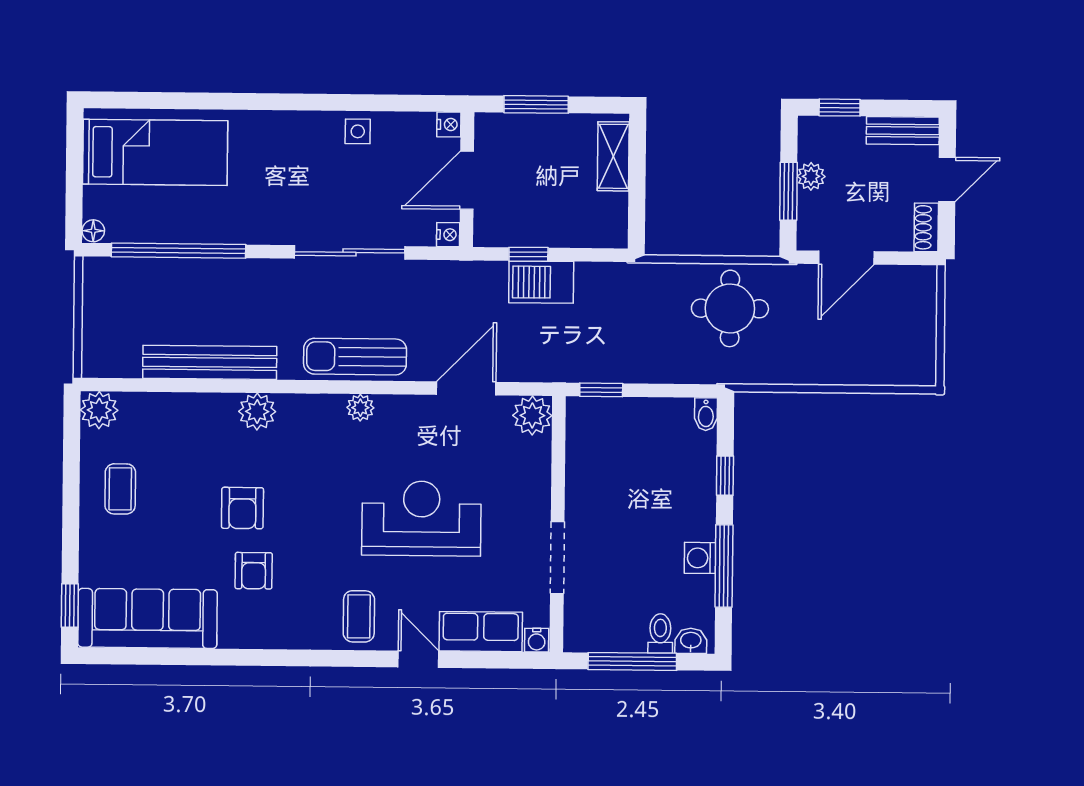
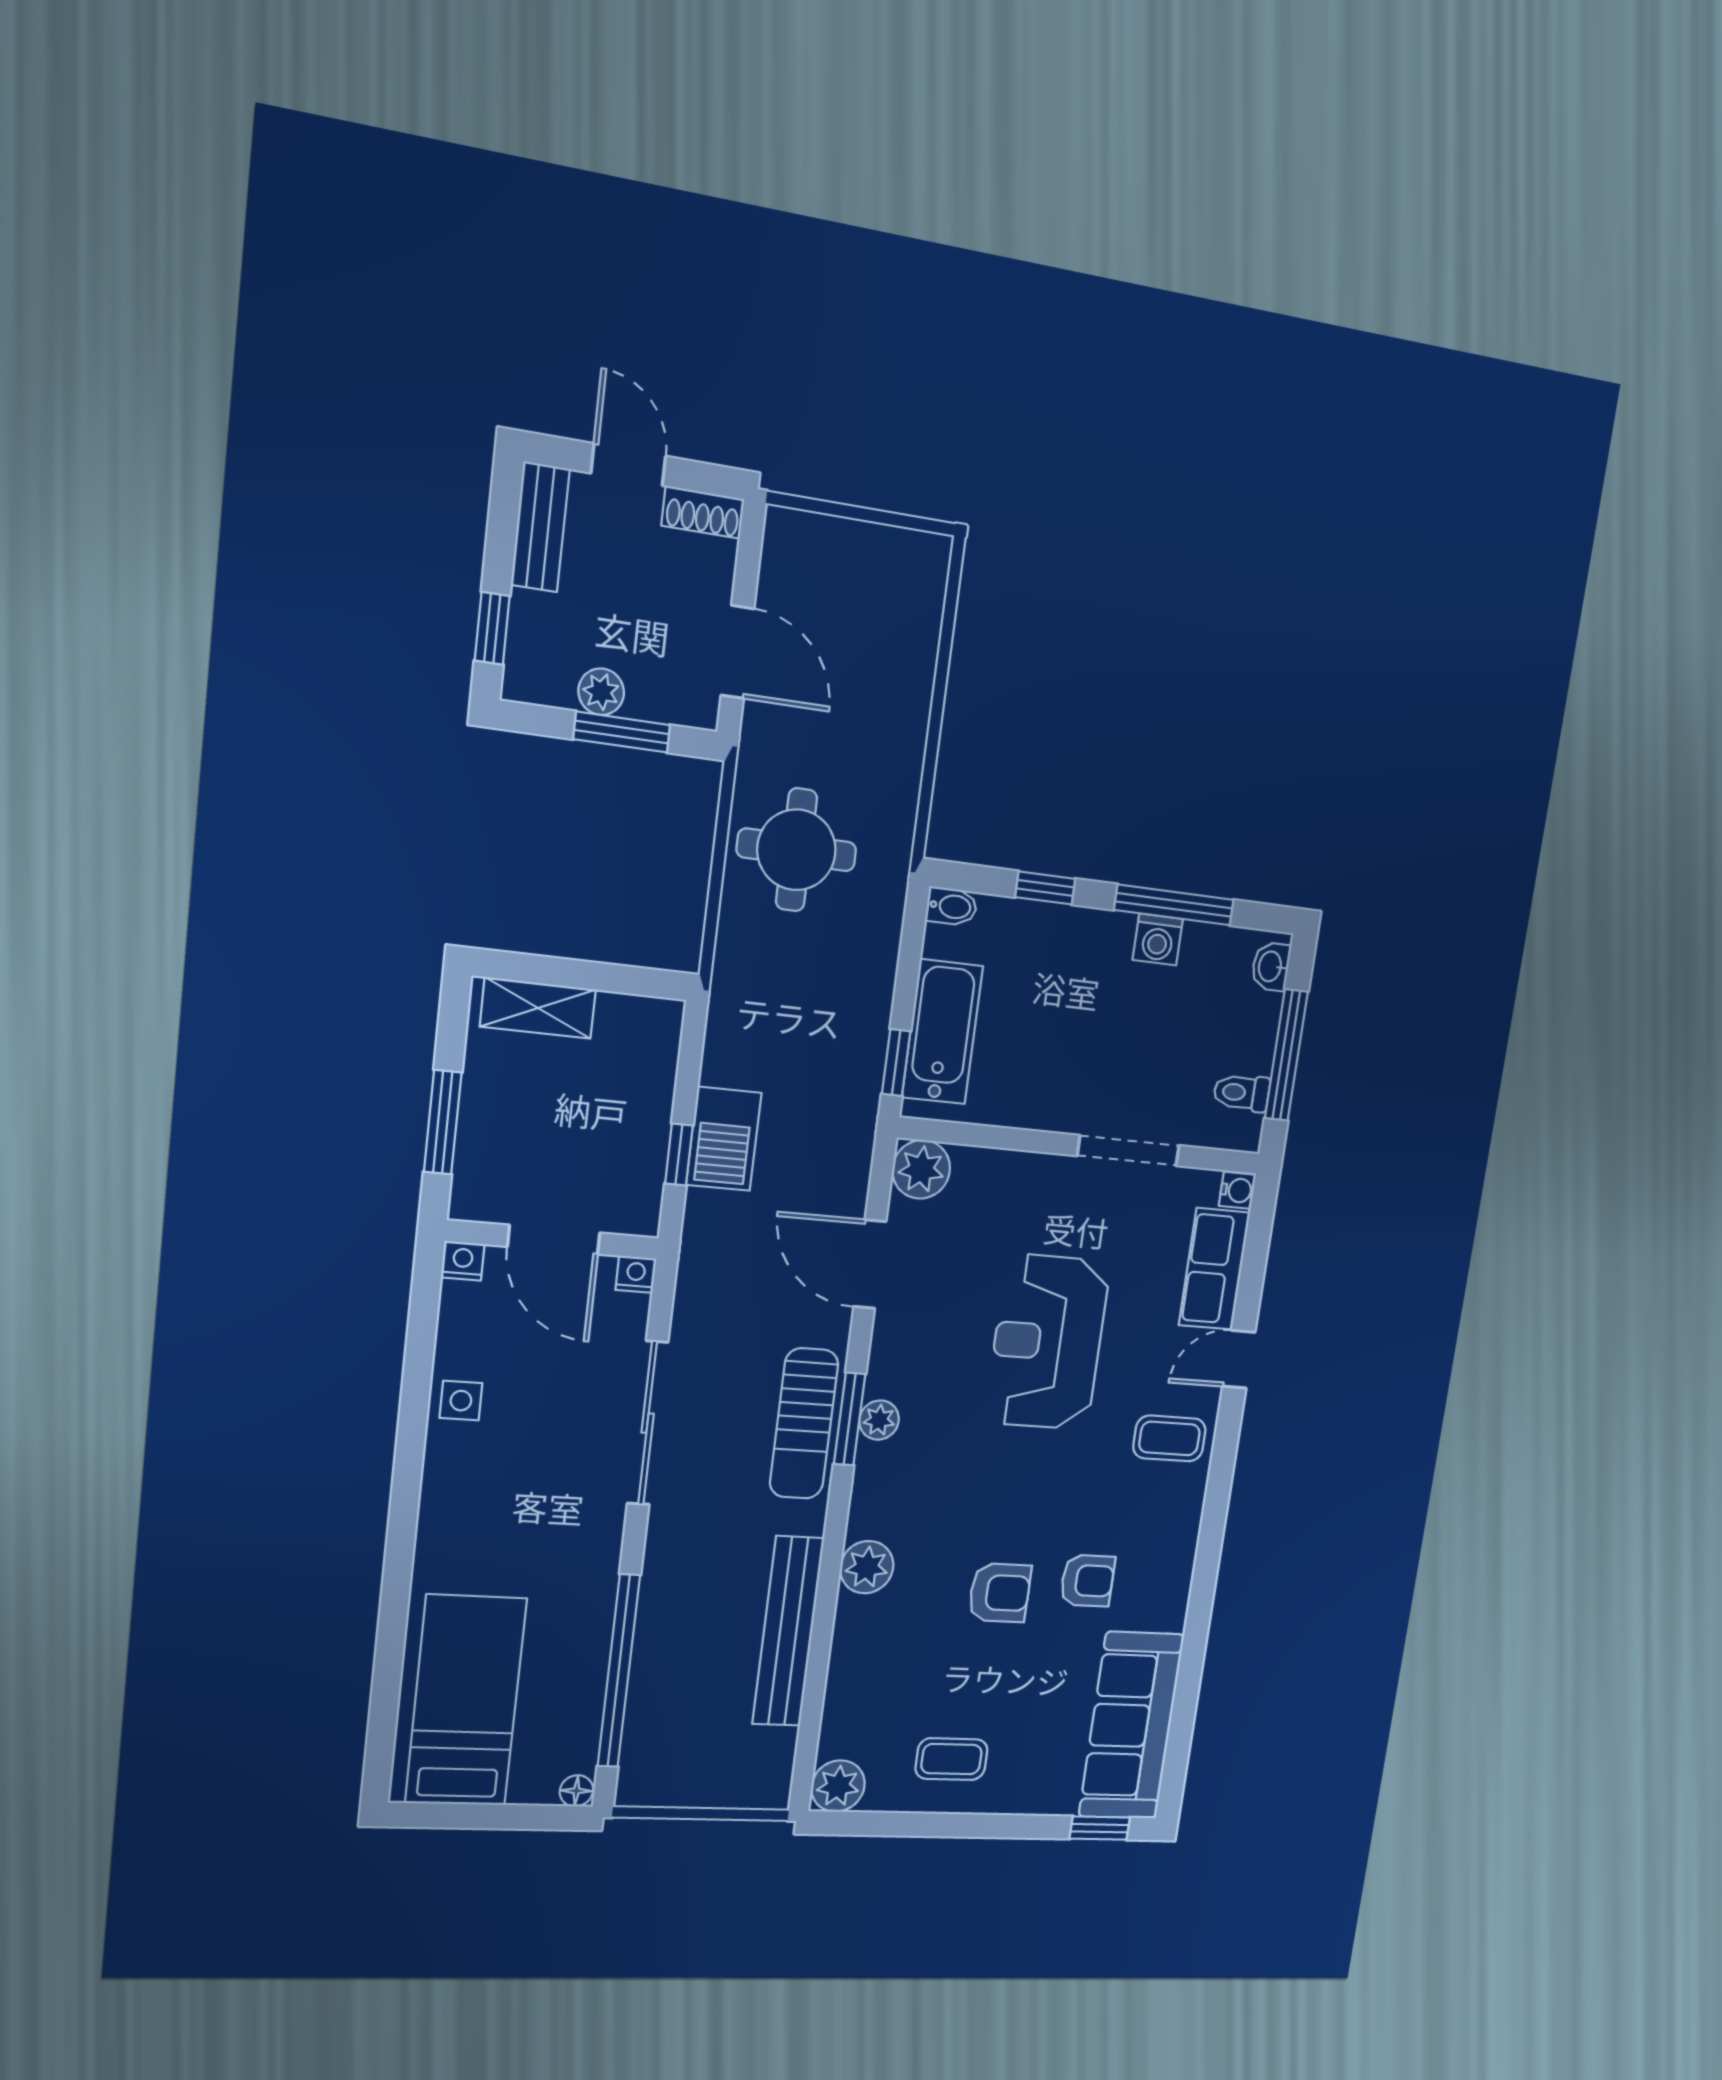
window: (360, 387) -> (850, 1419), added
bathtub: (624, 418) -> (942, 1032), added
toilet: (660, 633) -> (1242, 1093), moved

